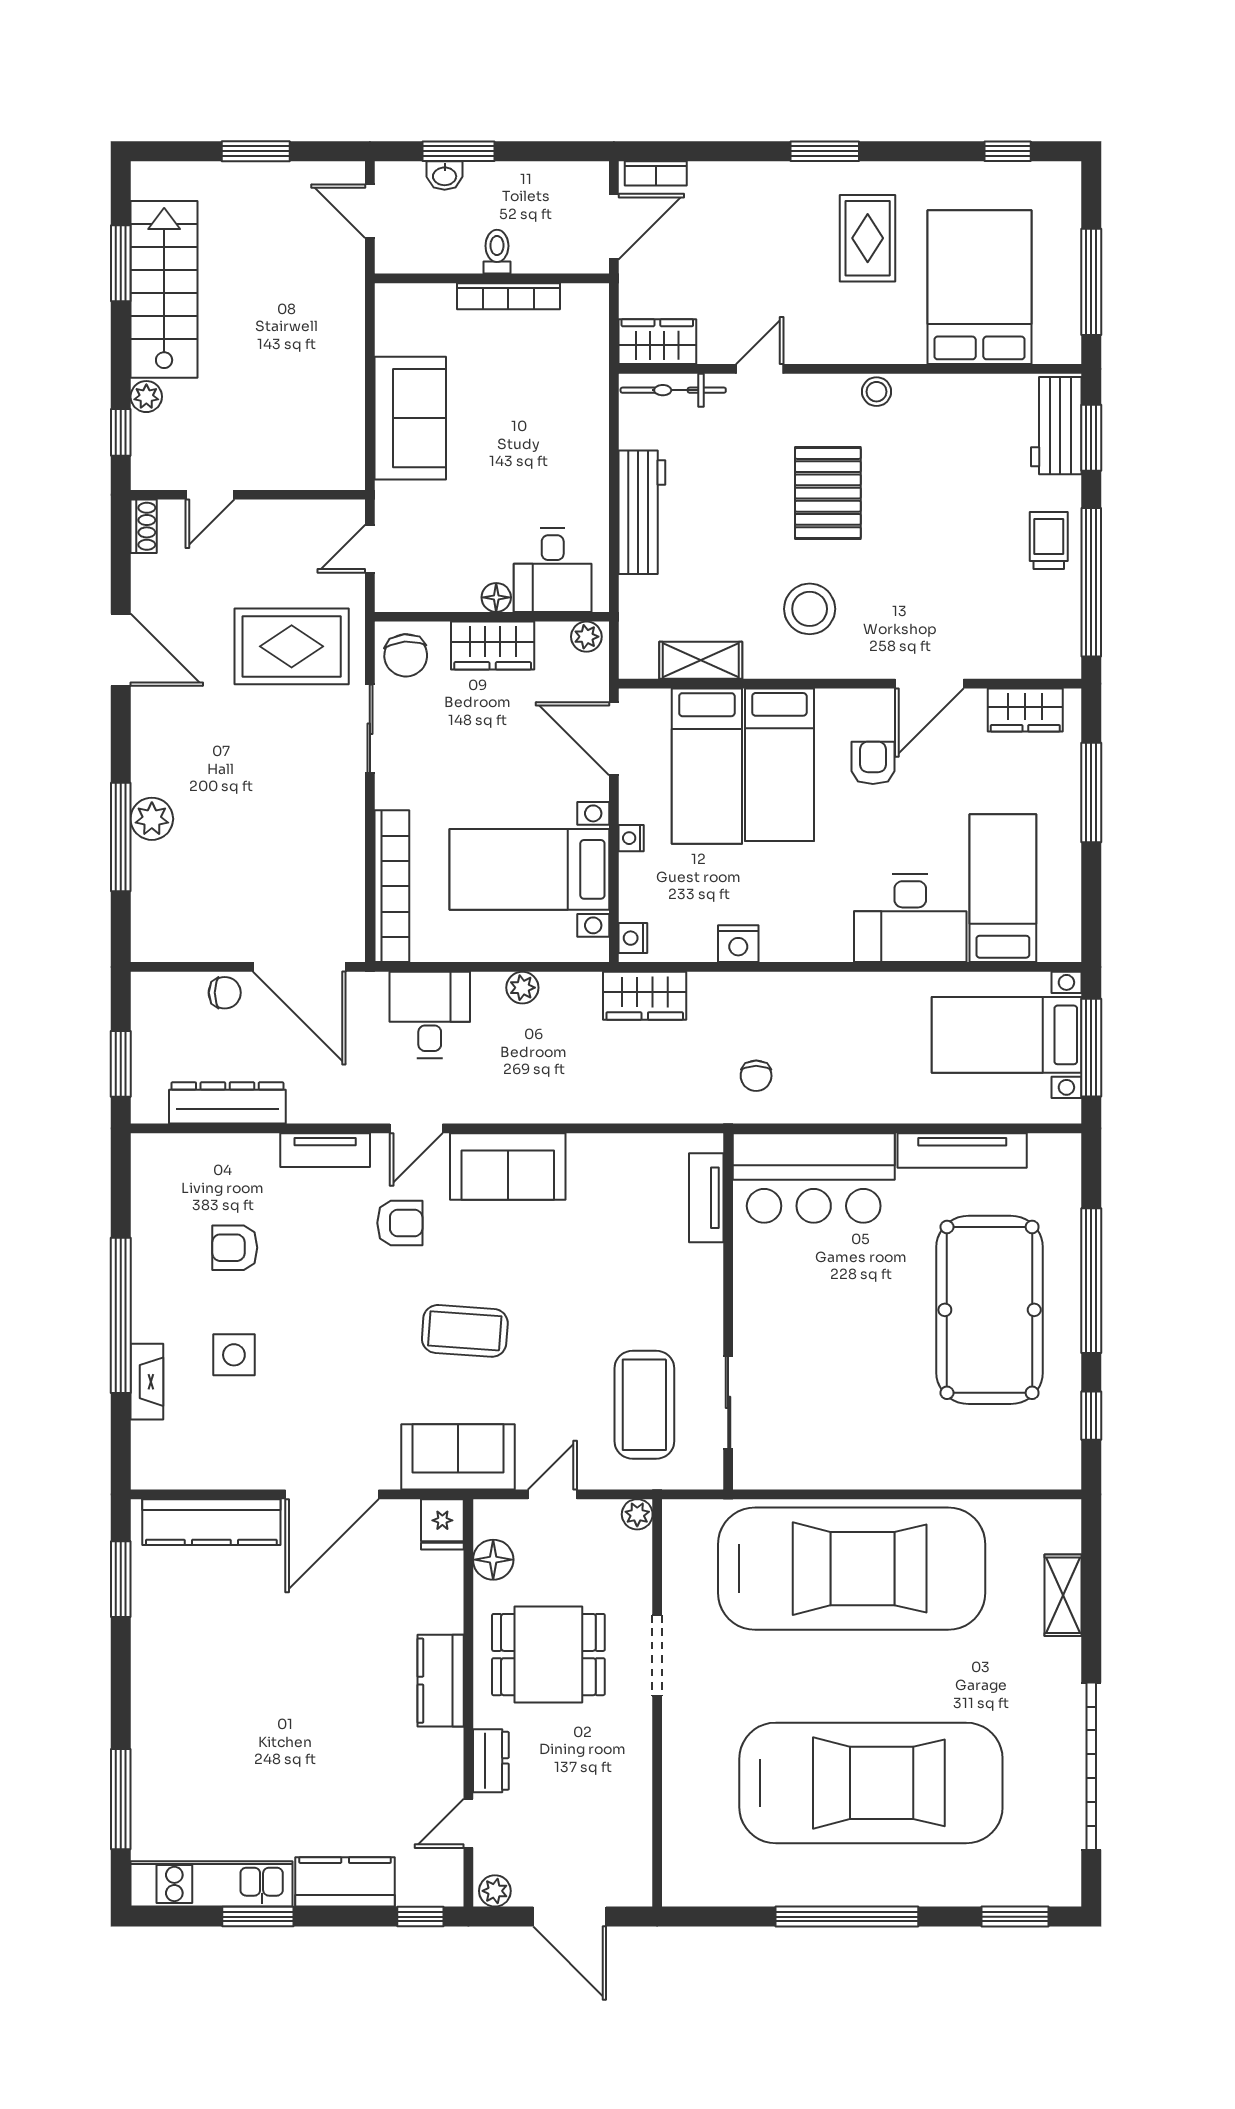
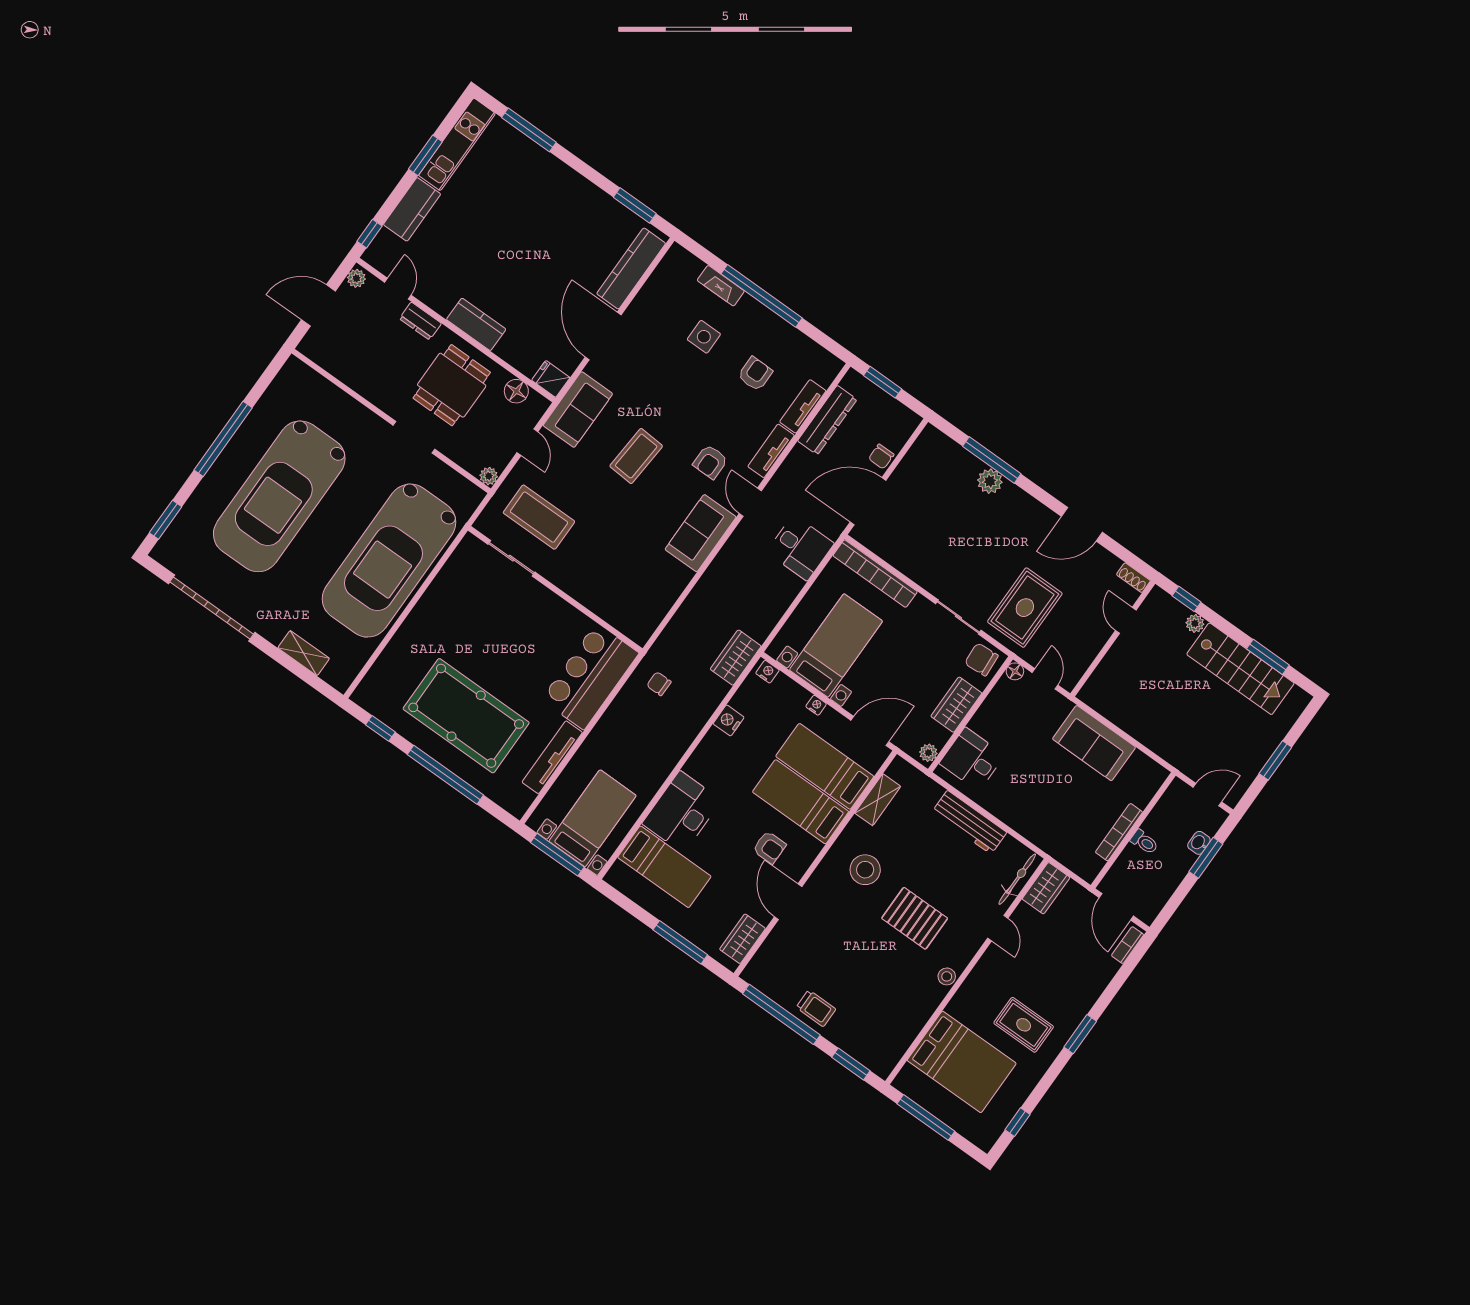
workbench: (1056, 426) -> (869, 1051), removed
floor lamp: (496, 597) -> (1015, 671), moved
plant: (522, 988) -> (782, 602), removed
tv unit: (706, 1198) -> (803, 406), moved, turned -90

